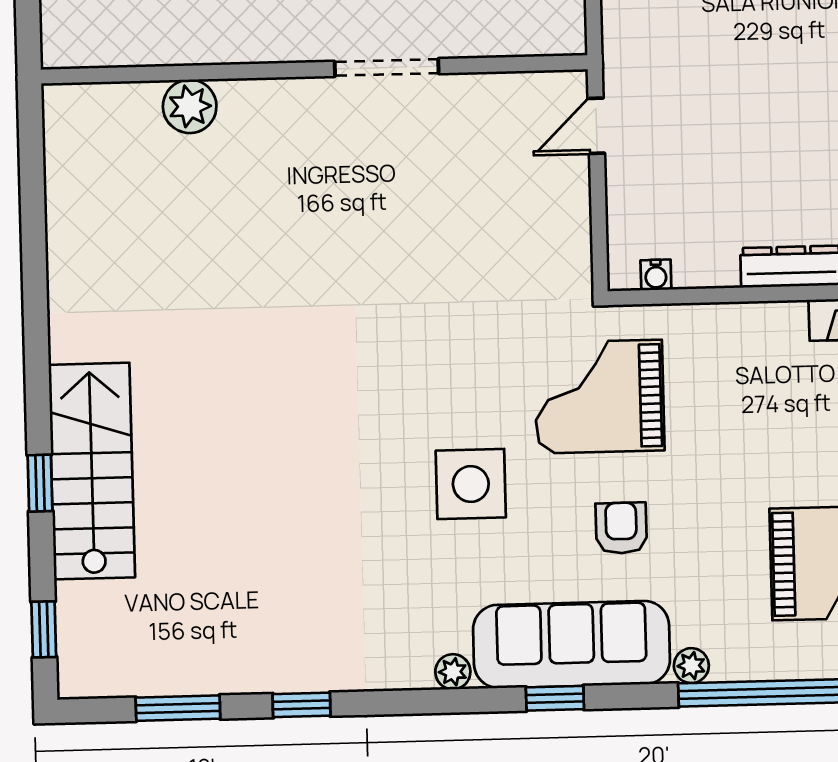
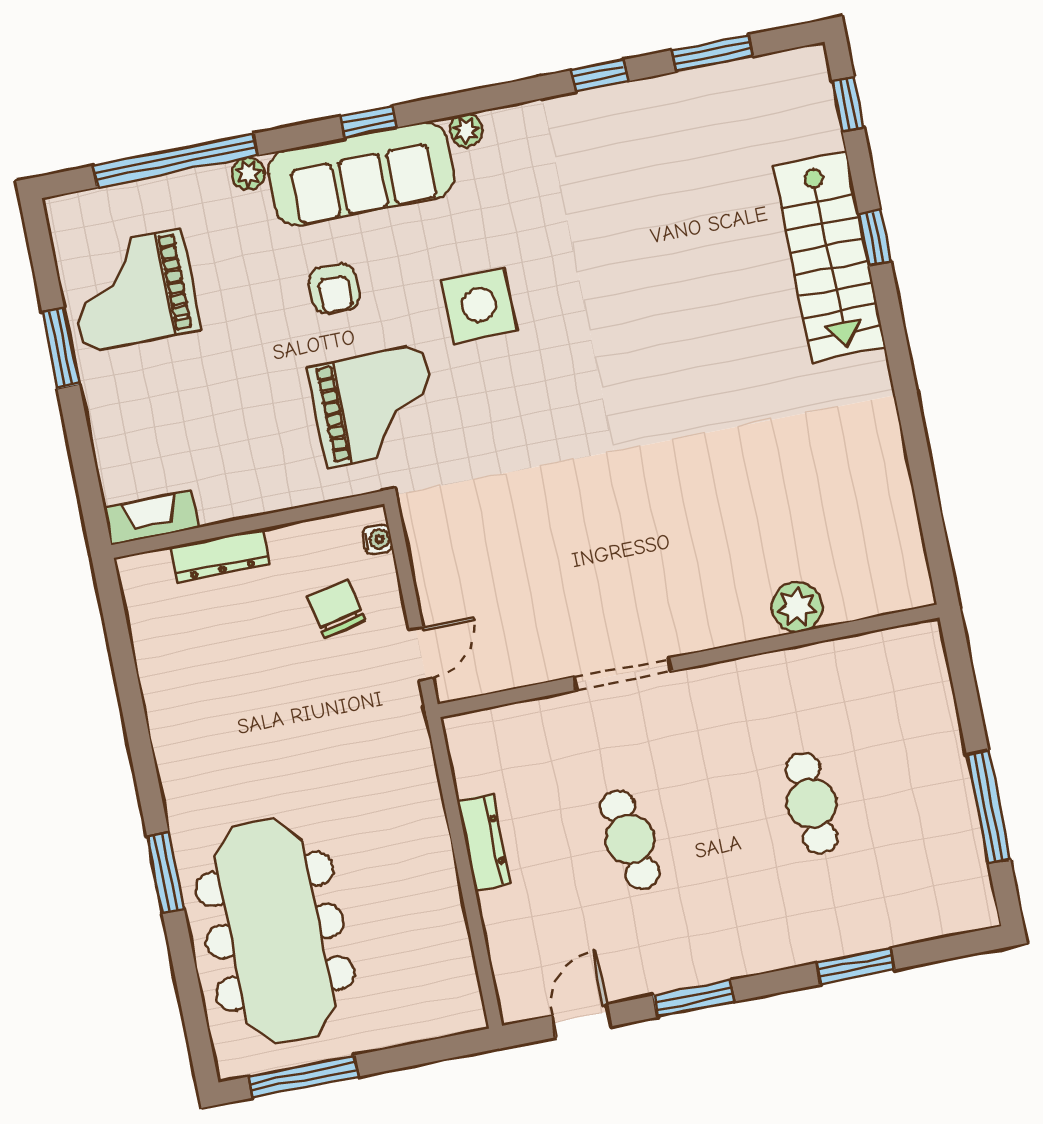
chair: (678, 189) -> (336, 609), added
water cooler: (656, 275) -> (377, 540), moved, turned 90

